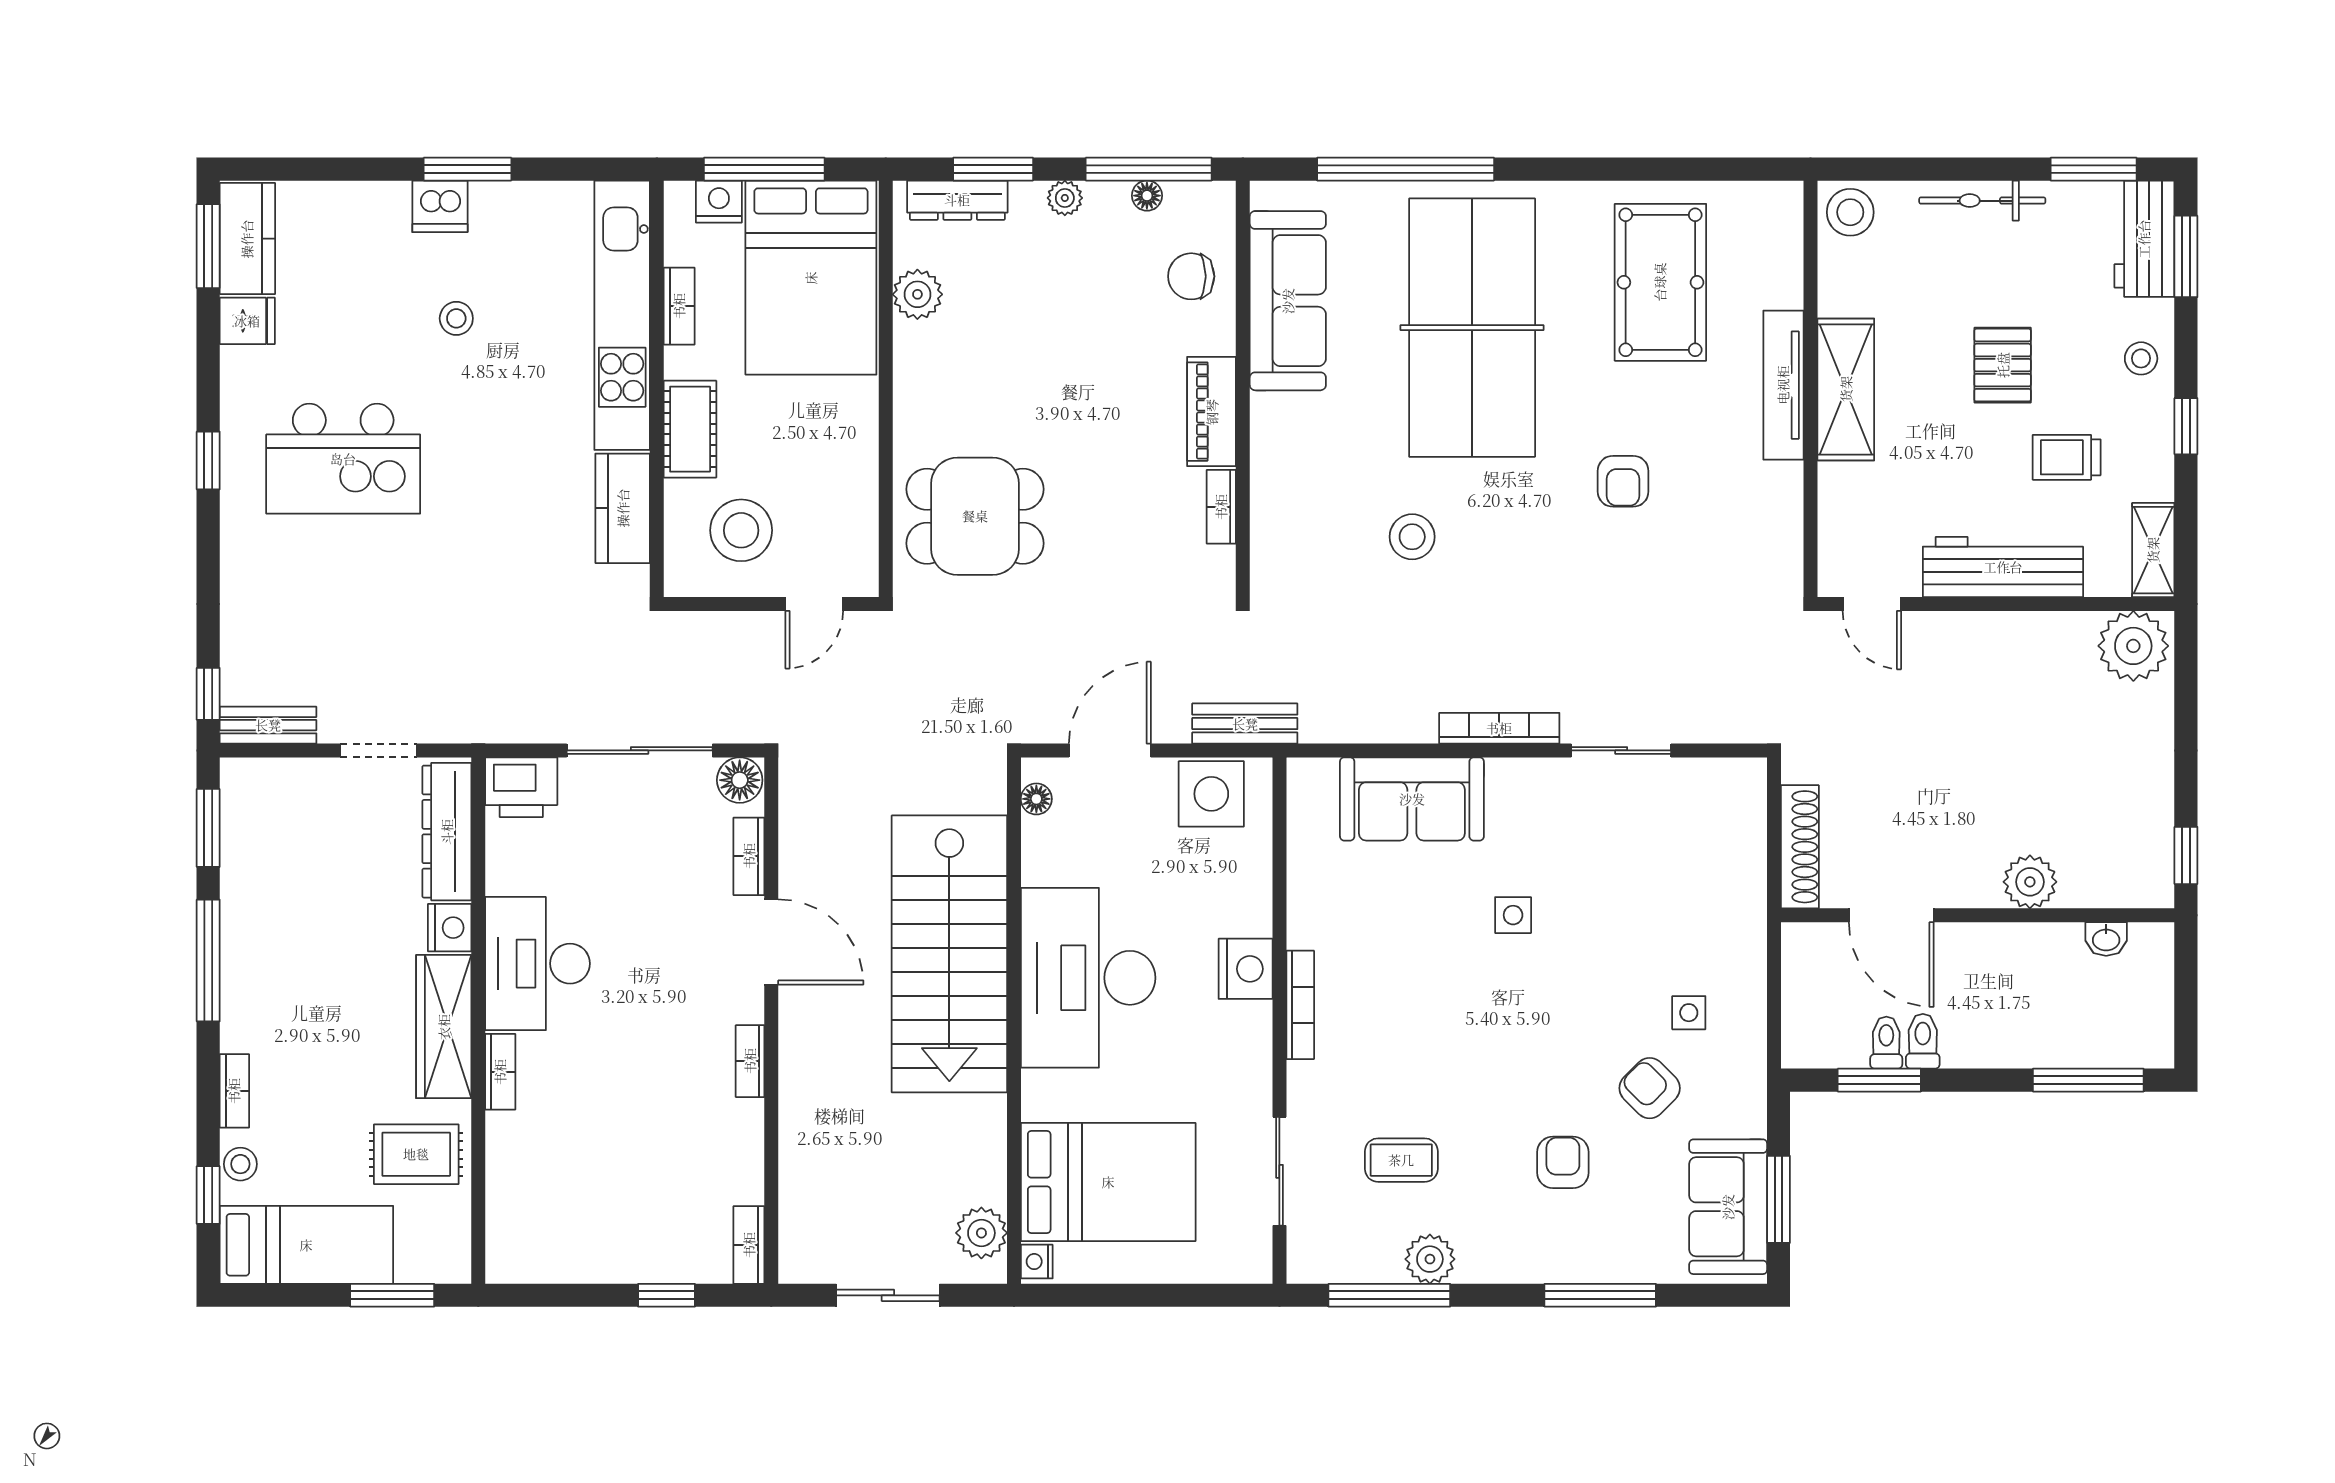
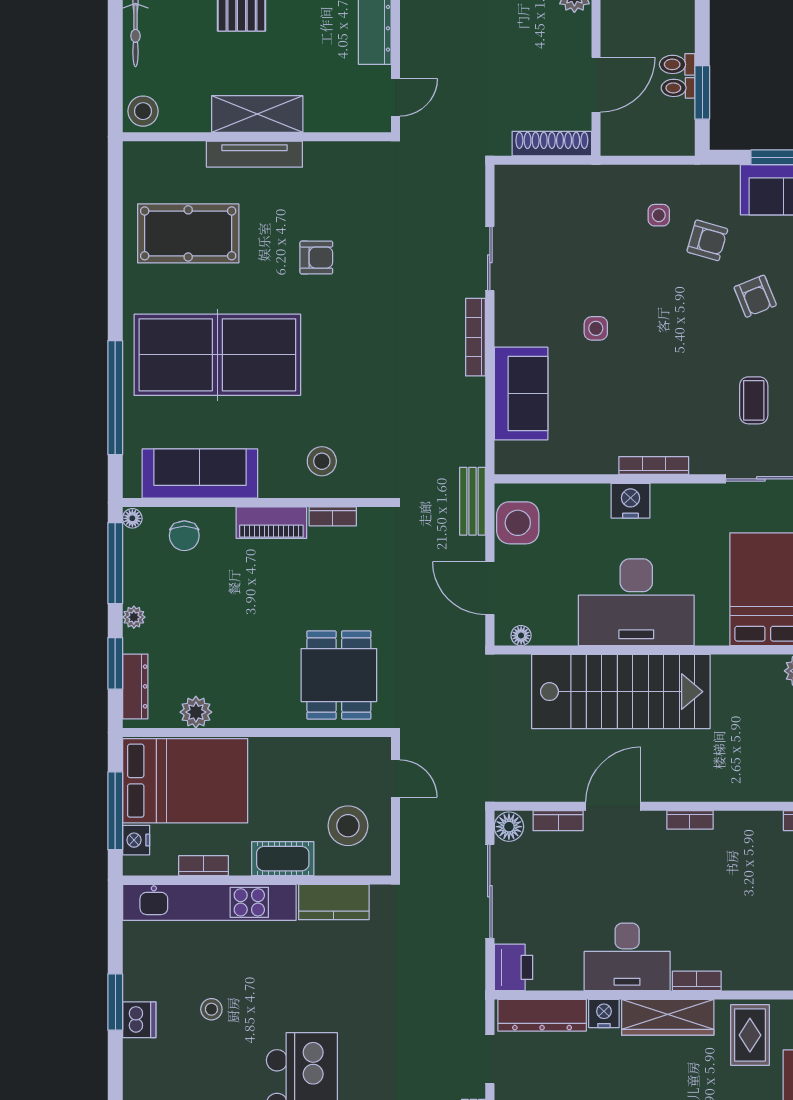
floor lamp: (1147, 196) -> (132, 518), moved
stool: (1412, 537) -> (322, 461), moved
armchair: (1650, 1088) -> (707, 240), turned -119
armchair: (1563, 1162) -> (755, 296), turned -112

